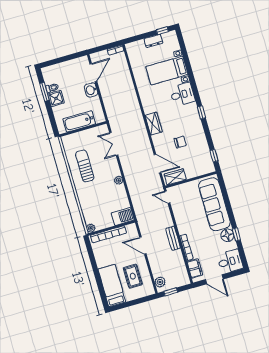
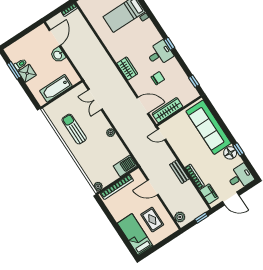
desk: (182, 94) -> (160, 54), moved
wardrobe: (175, 177) -> (167, 110), width x1.50
window: (171, 292) -> (201, 218), moved

